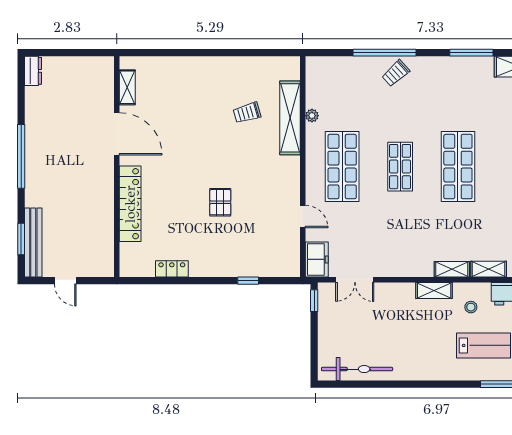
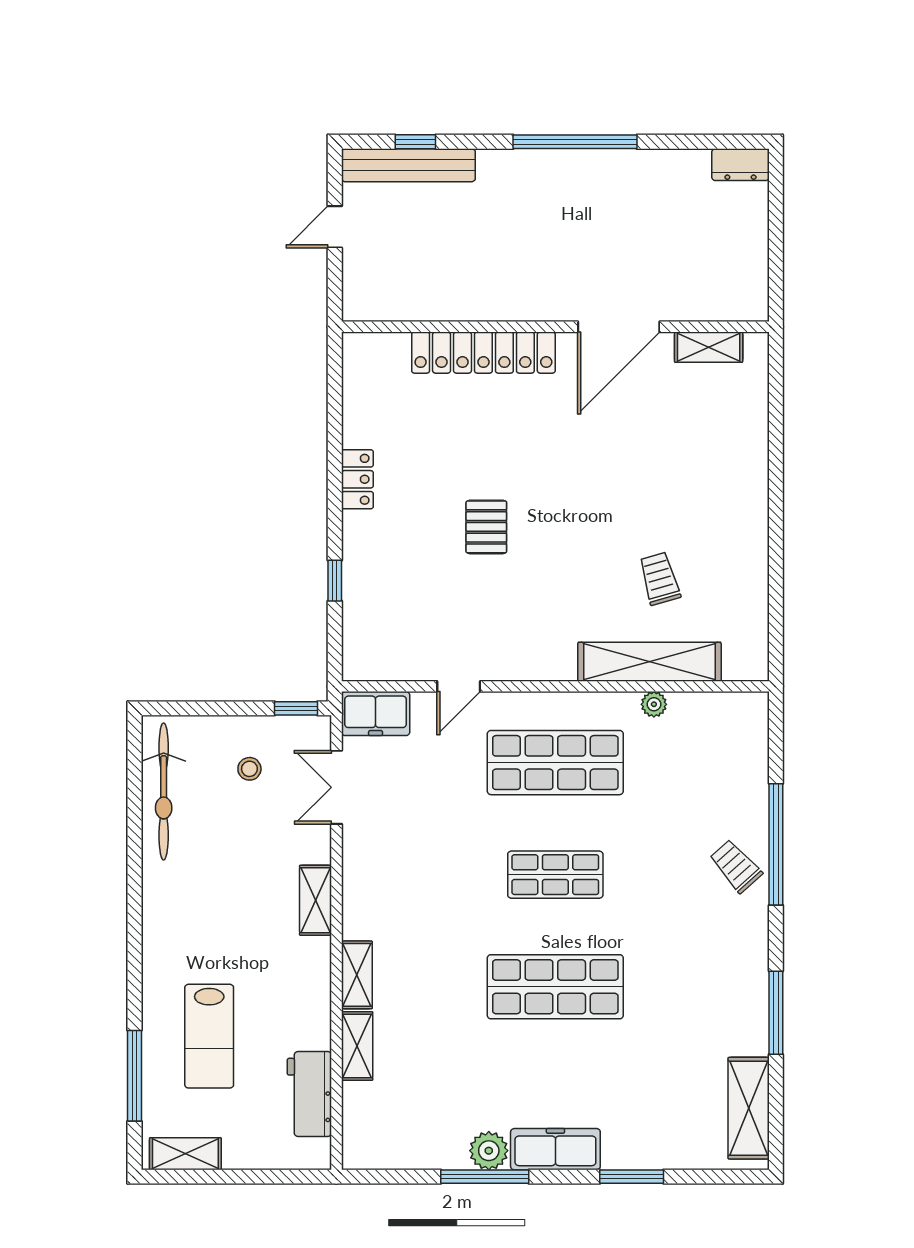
pallet: (220, 202) -> (486, 527), turned 90
window: (21, 239) -> (415, 142), width x0.67
locker: (172, 269) -> (357, 479), moved
shelving: (434, 291) -> (316, 900), moved
stool: (471, 307) -> (249, 769), moved

